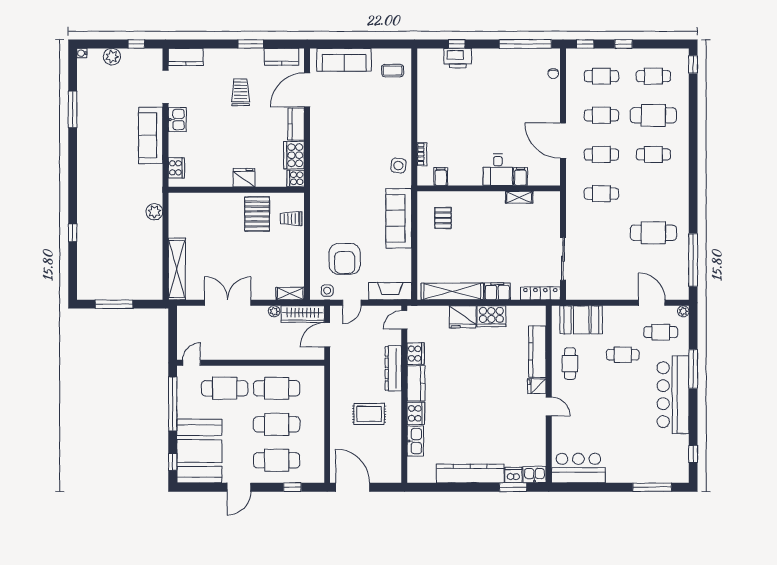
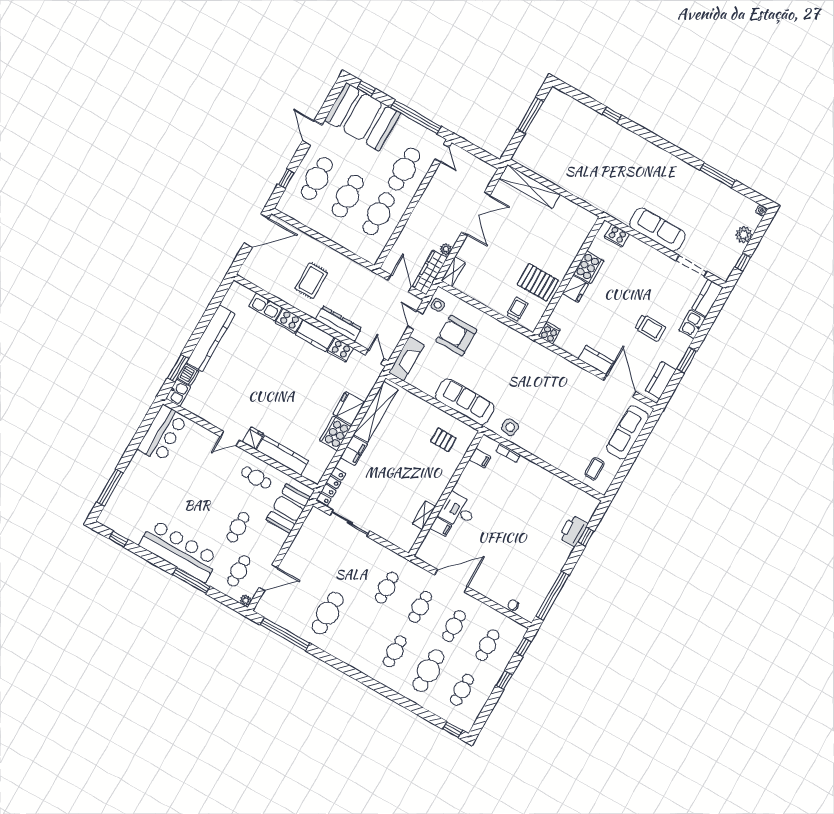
kitchen sink: (177, 120) -> (692, 324), moved, turned 90
cooker: (294, 155) -> (589, 267), moved, turned 90
plant: (154, 212) -> (590, 195), removed

